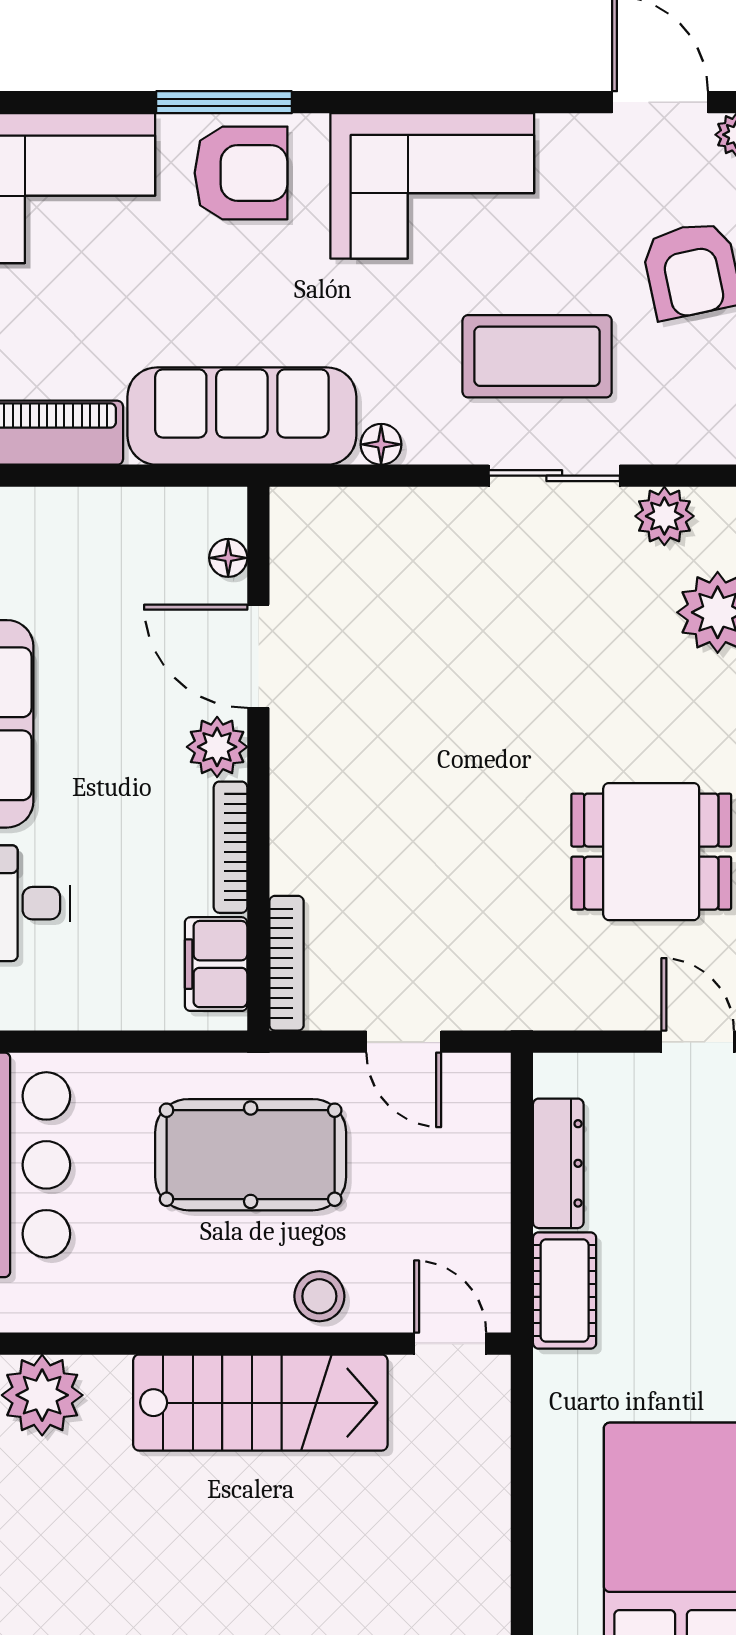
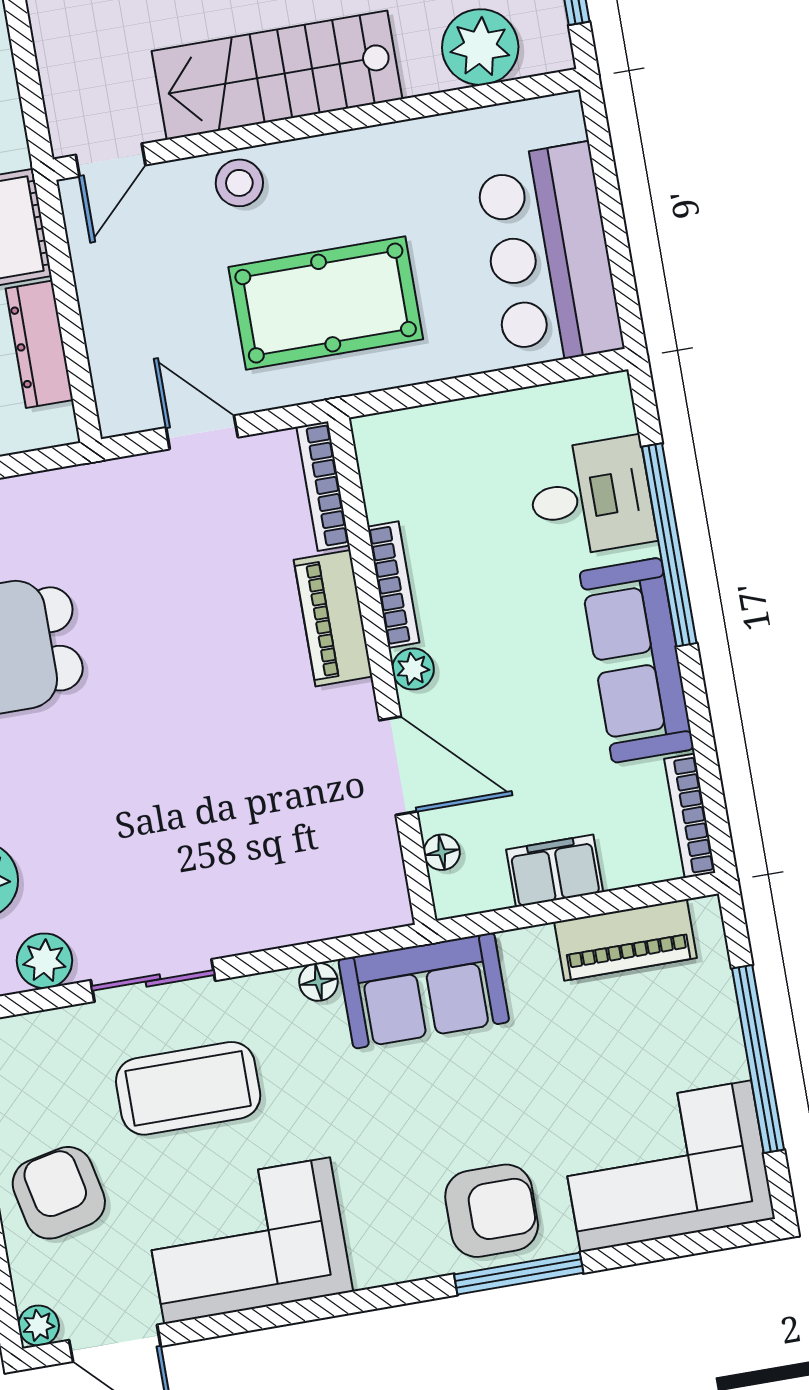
armchair: (241, 173) -> (492, 1211), turned 180
corner sofa: (432, 186) -> (247, 1241), moved
sofa: (242, 416) -> (424, 991), width x0.73
plant: (217, 747) -> (413, 669), width x0.73, depth x0.73
piano: (300, 823) -> (333, 618), added
filing cabinet: (216, 964) -> (555, 871), moved, turned -90
door: (450, 1344) -> (111, 160), hinge flipped

